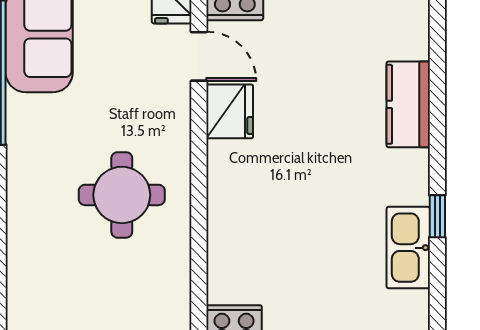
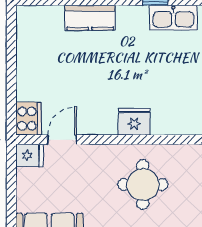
fridge: (230, 111) -> (134, 122), moved

